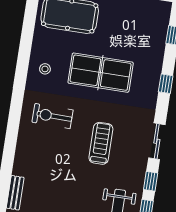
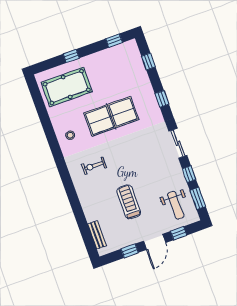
exercise bike: (53, 116) -> (94, 166), width x0.73, depth x0.72
treadmill: (101, 143) -> (129, 202), moved

